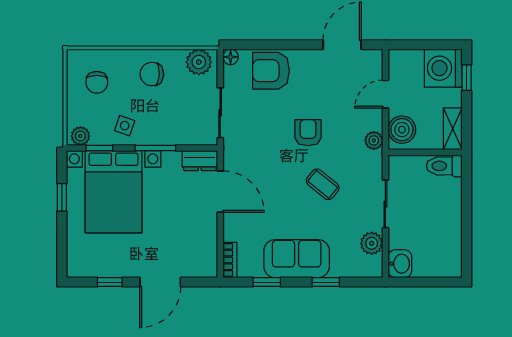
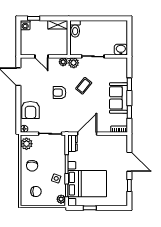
washing machine: (443, 68) -> (25, 25), width x0.53, depth x0.53
boiler: (402, 130) -> (58, 49), removed
plant: (372, 243) -> (74, 63), moved

